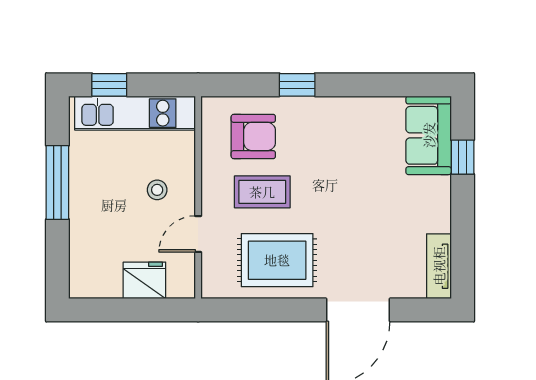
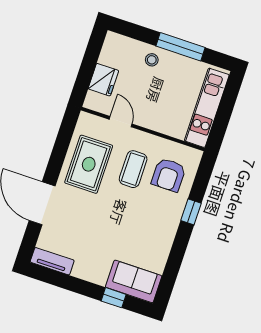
window: (109, 85) -> (229, 98), removed
stool: (157, 190) -> (152, 60), moved

